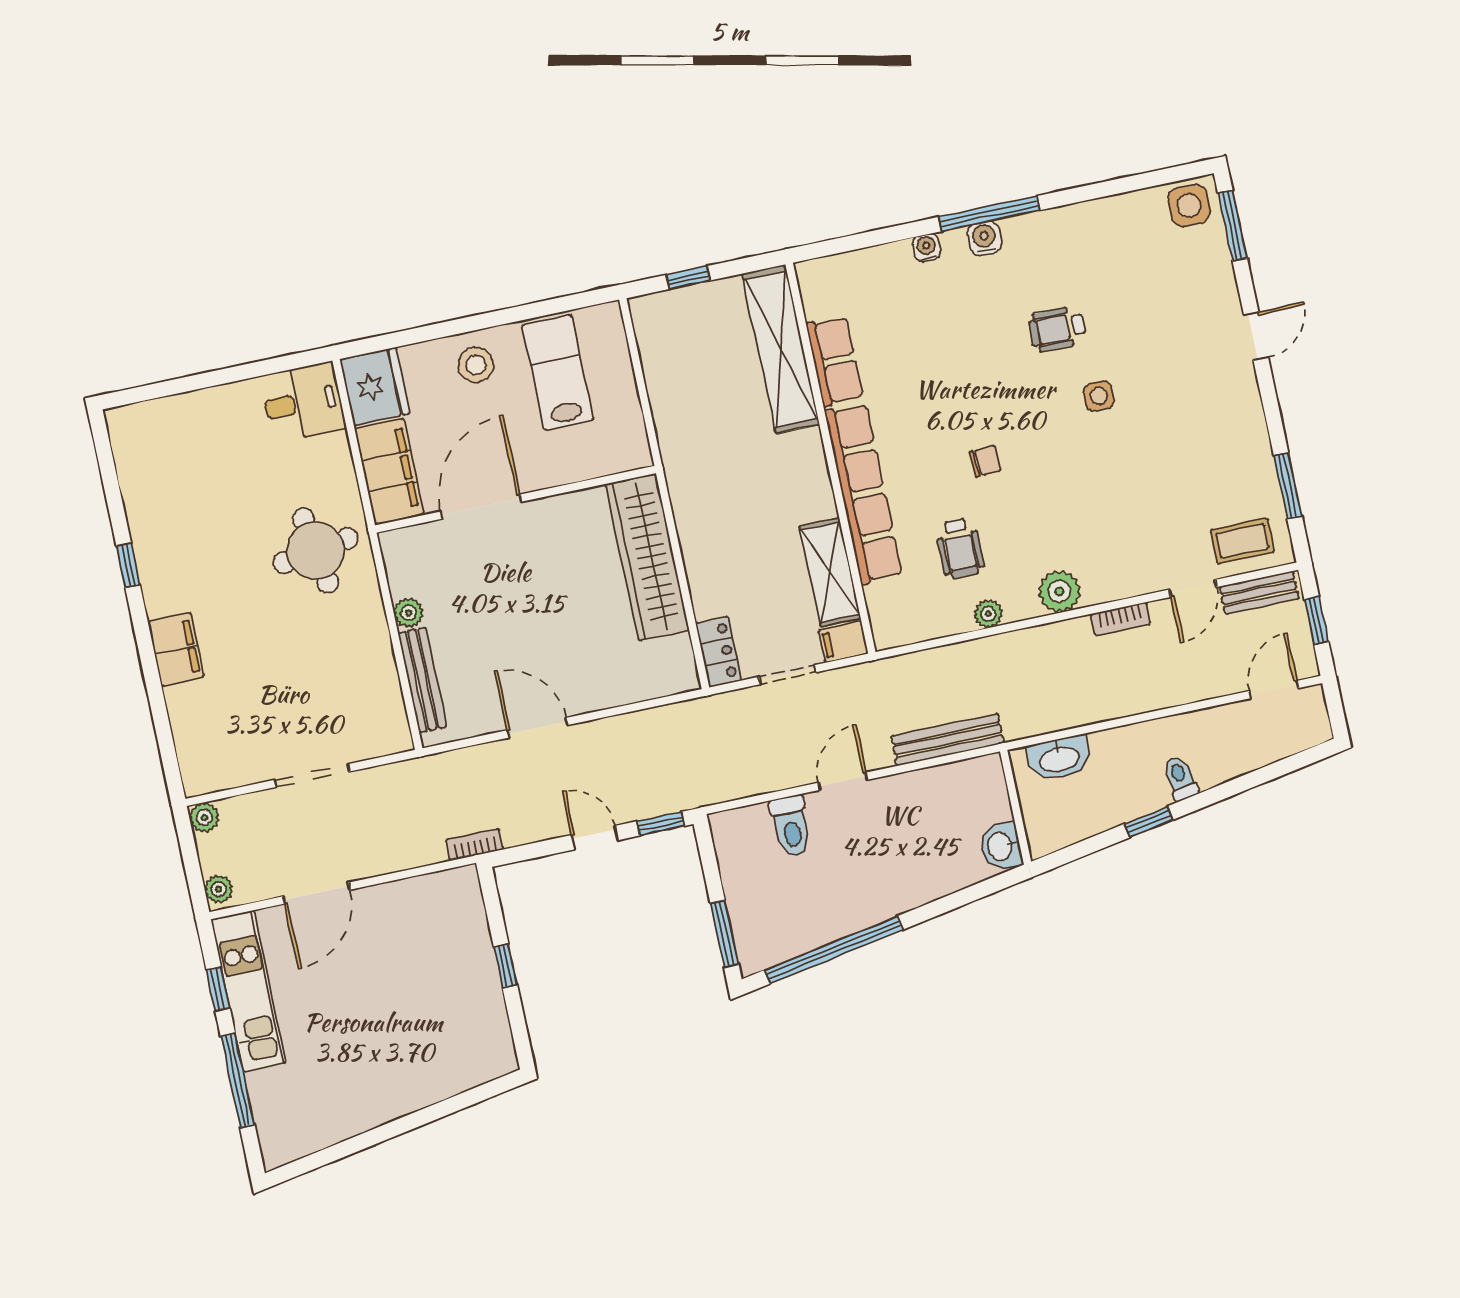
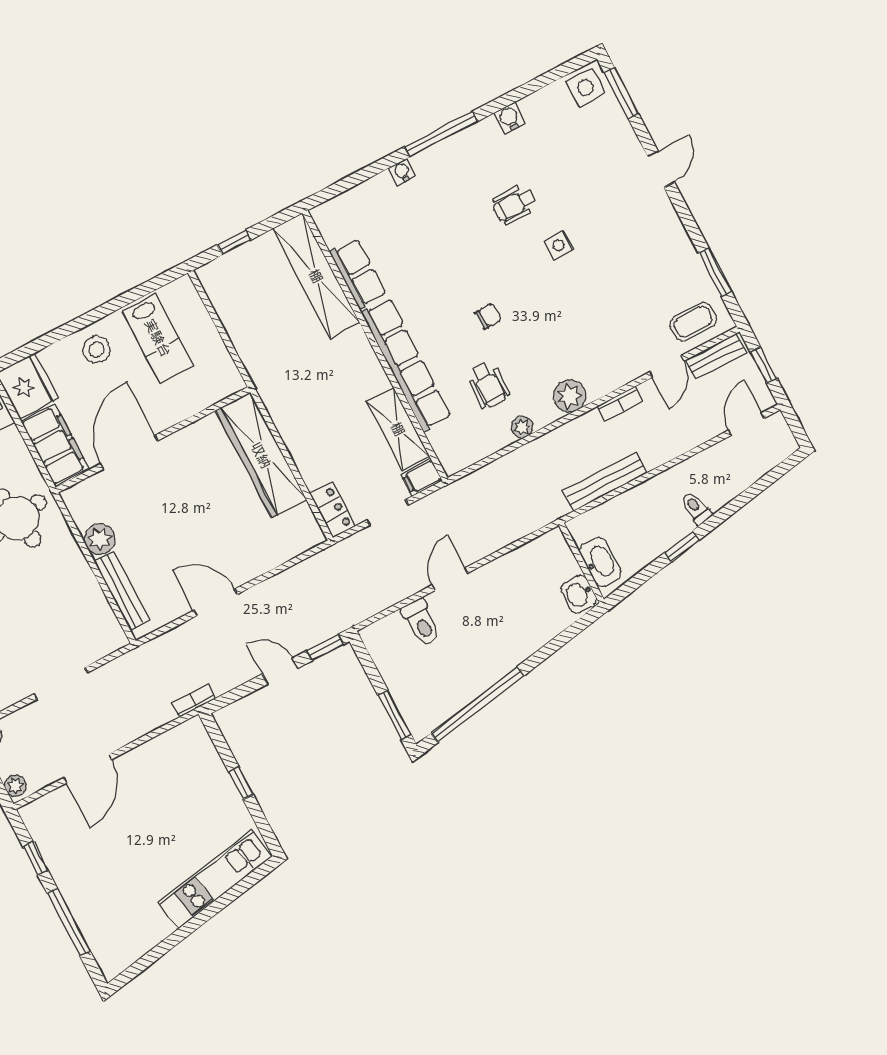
water cooler: (985, 238) -> (510, 118), moved
lab bench: (558, 372) -> (158, 338), turned 180
plant: (409, 613) -> (100, 539), width x1.38, depth x1.38
bench: (947, 740) -> (605, 482), moved
washbasin: (1059, 758) -> (601, 562), moved, turned -90
kitchen unit: (248, 991) -> (215, 879), moved, turned -100

